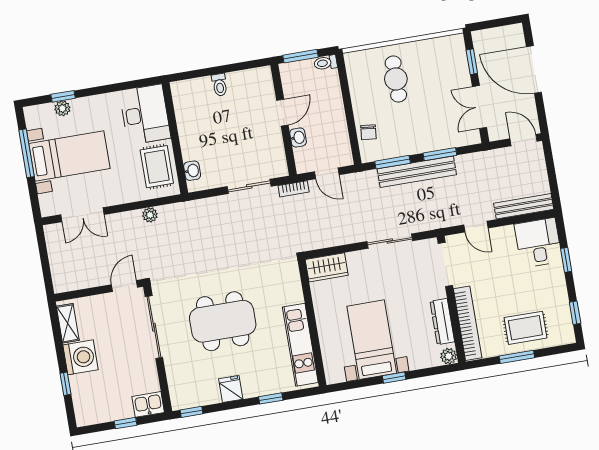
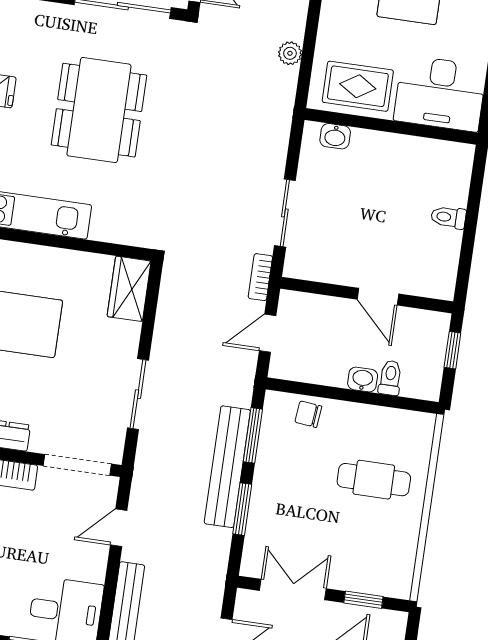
window: (301, 56) -> (452, 350), width x0.67
toilet: (325, 63) -> (390, 378), moved
washbasin: (298, 137) -> (363, 379), moved, turned 180

